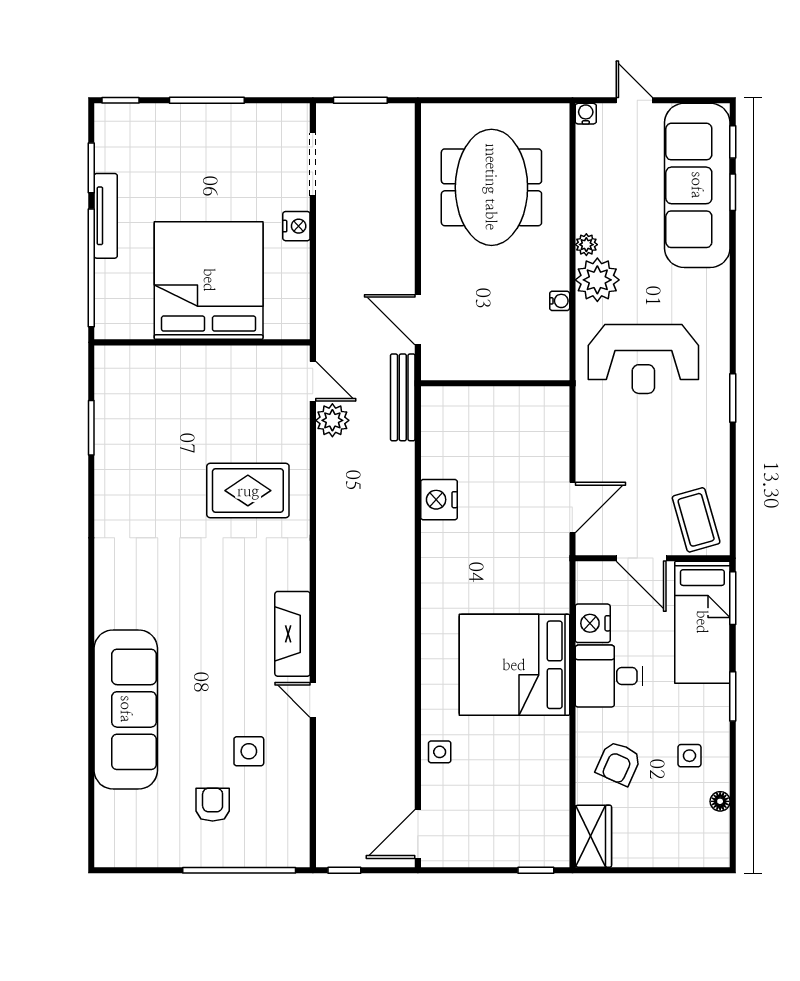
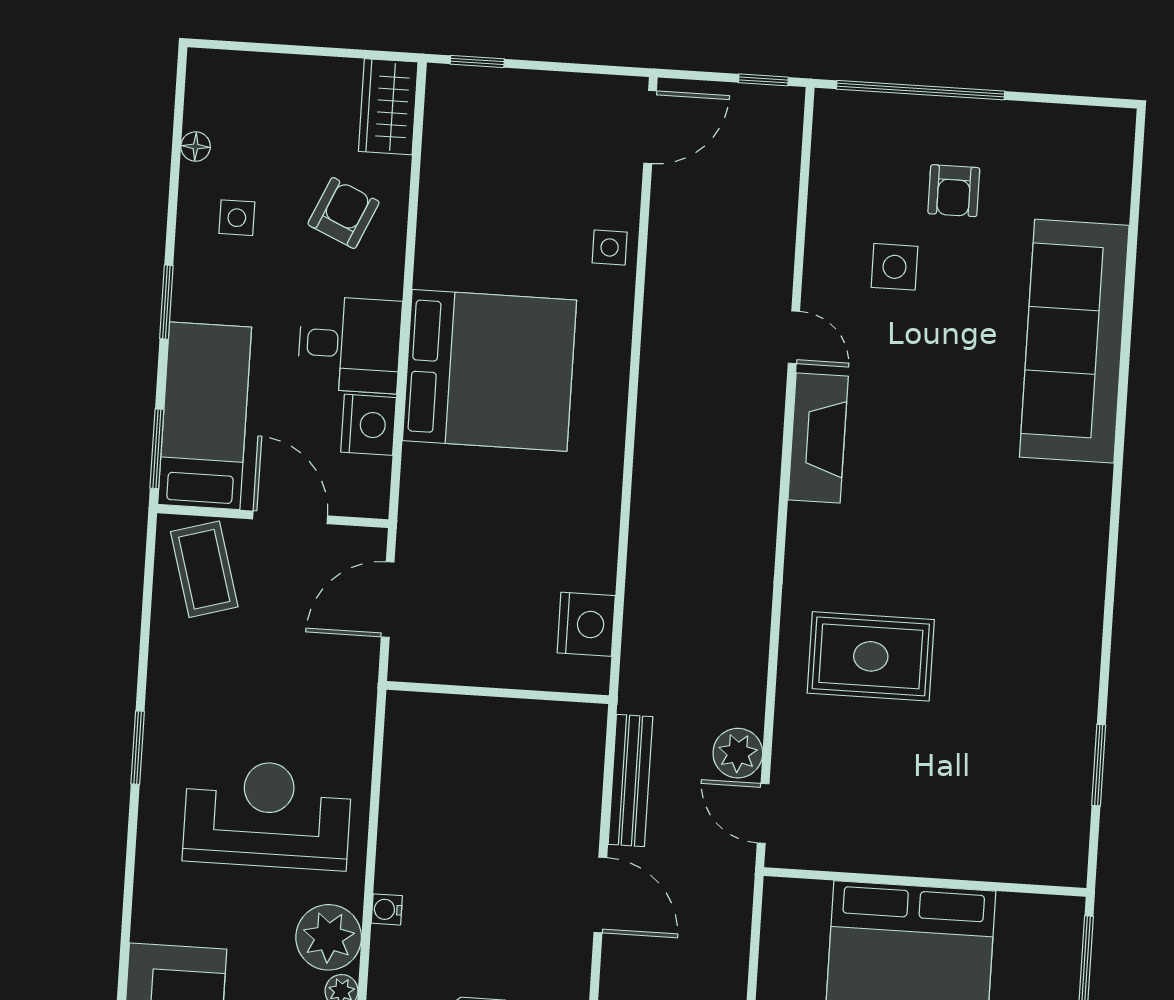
wall: (495, 383) -> (498, 693), moved

